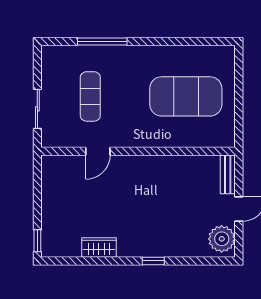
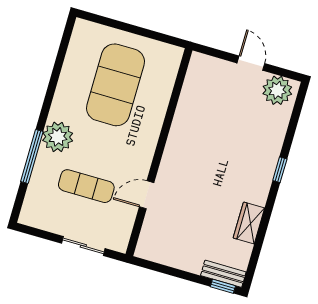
plant: (126, 59) -> (58, 137), added
door: (98, 151) -> (147, 195), swing flipped
bench: (228, 174) -> (223, 274), moved

